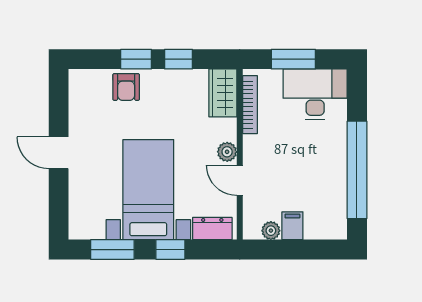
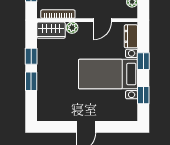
armchair: (126, 87) -> (48, 87), removed
plant: (227, 152) -> (72, 28), moved
window: (112, 250) -> (143, 95), width x0.67

